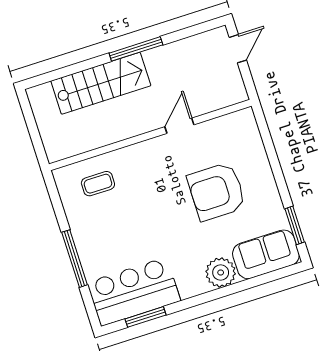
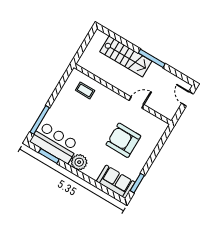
door: (238, 49) -> (187, 99), swing flipped
window: (75, 259) -> (40, 120), moved
plant: (221, 273) -> (79, 162), moved

